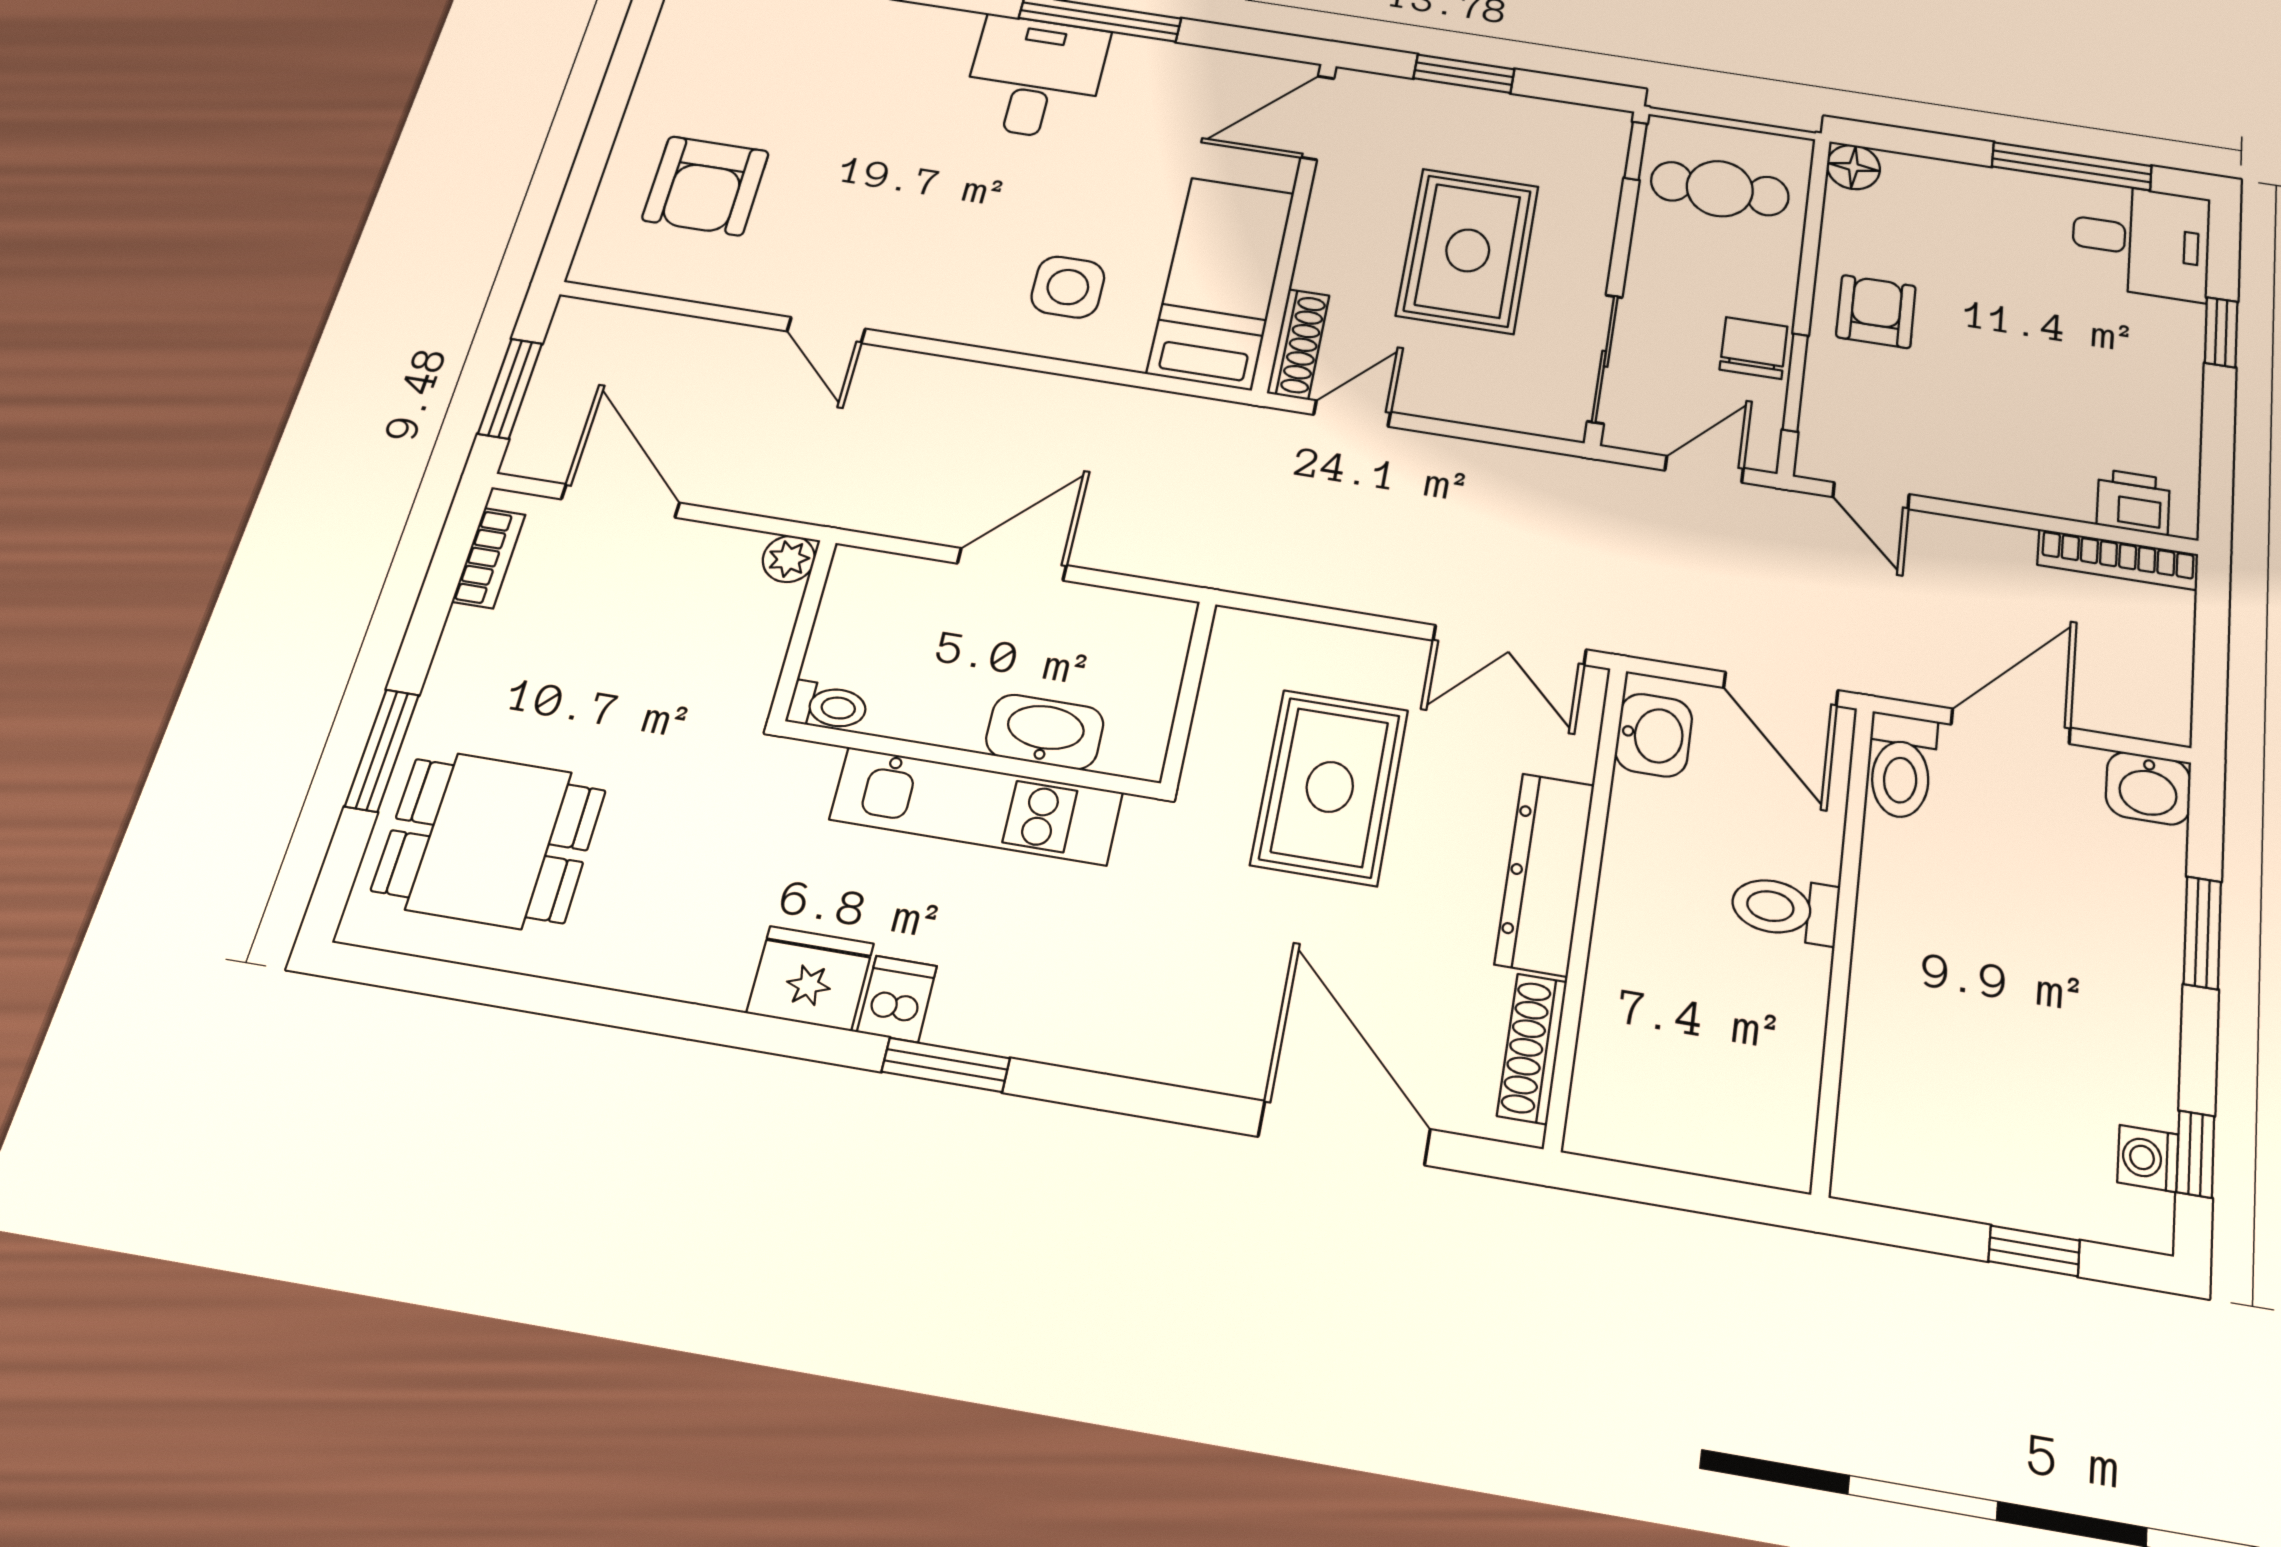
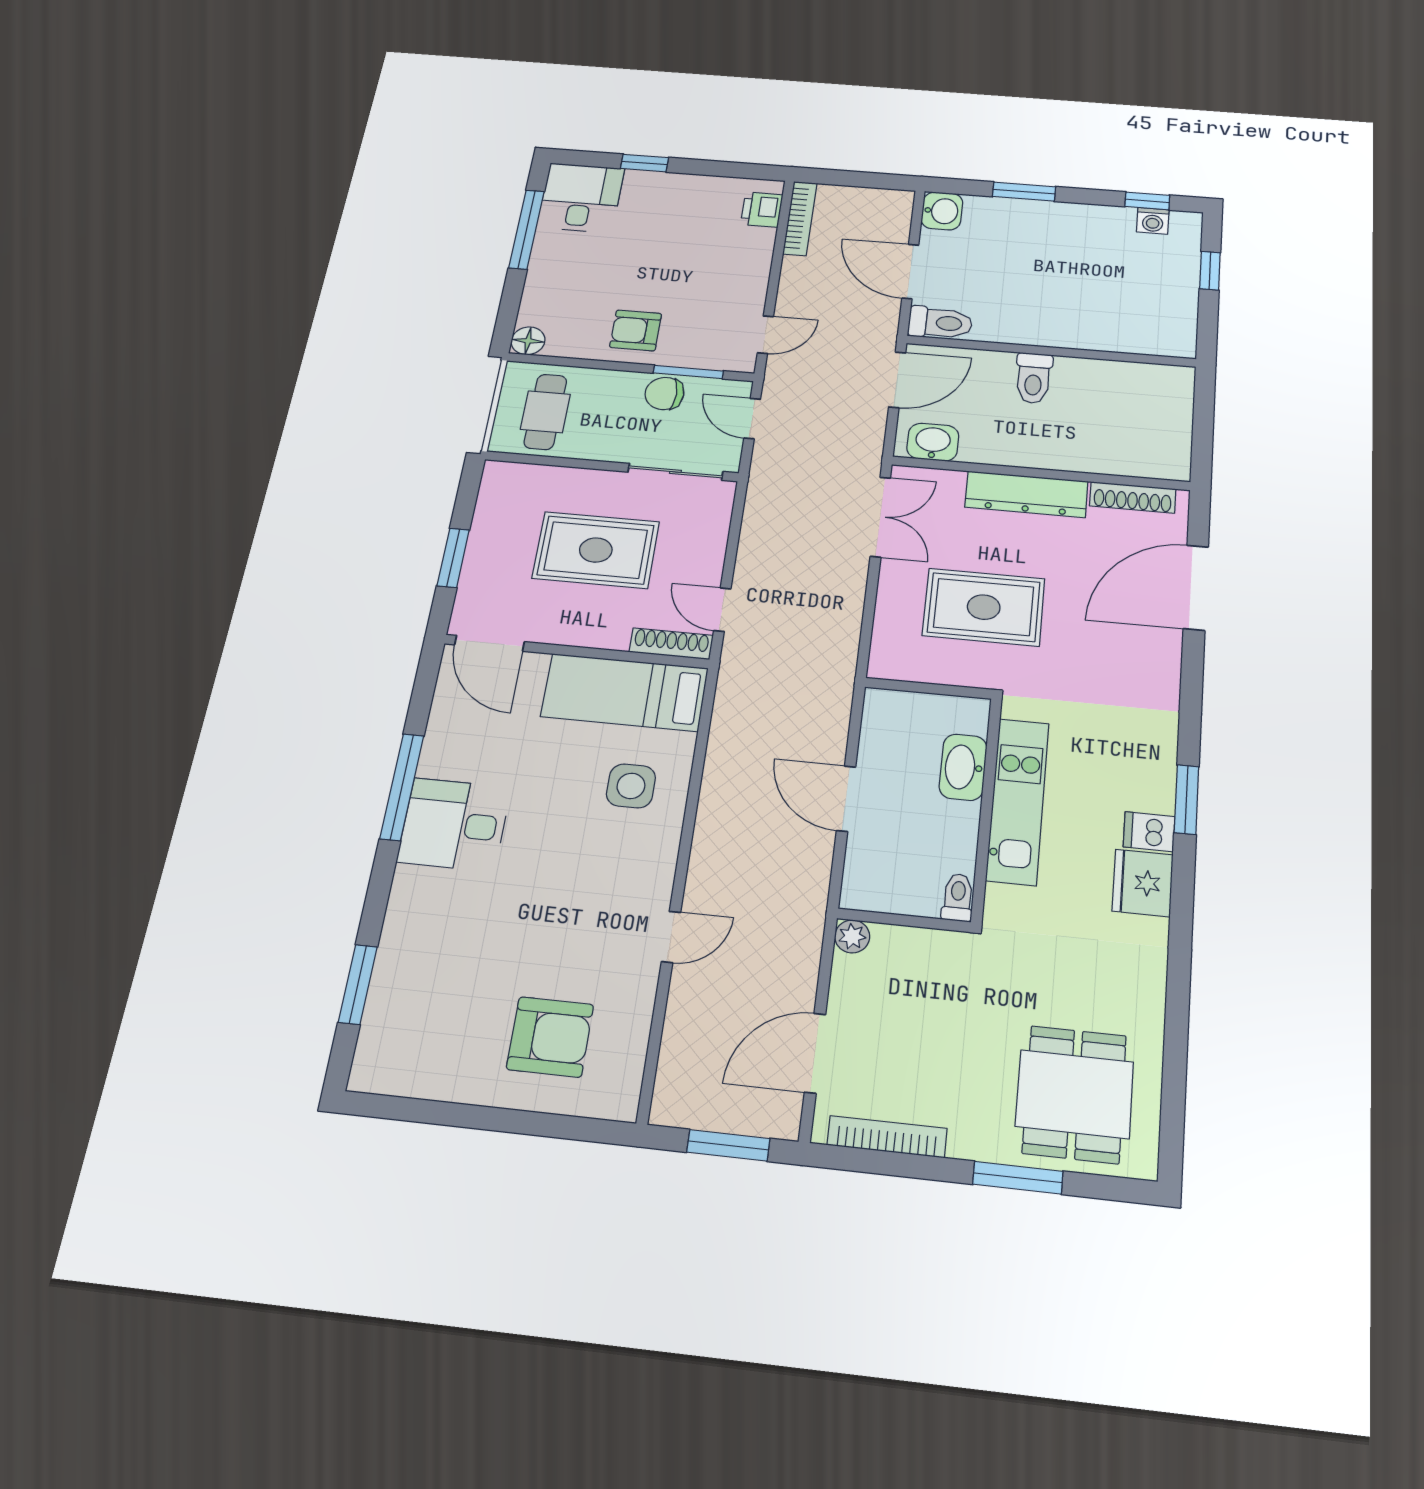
window: (1636, 151) -> (516, 458), removed
bookcase: (489, 558) -> (887, 1137), width x1.56

